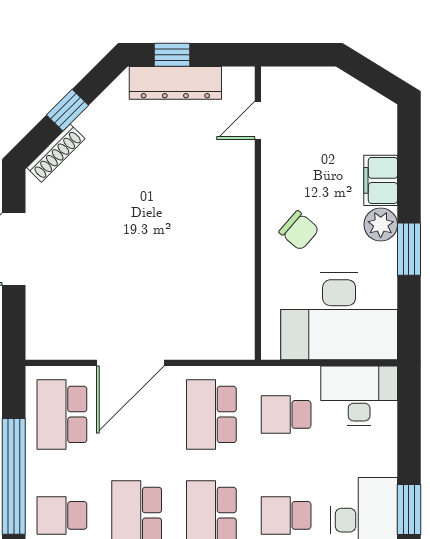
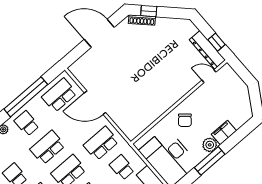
window: (172, 55) -> (217, 42), moved
dresser: (175, 83) -> (207, 50), moved
window: (68, 110) -> (149, 11), moved
window: (409, 249) -> (210, 161), width x1.44

